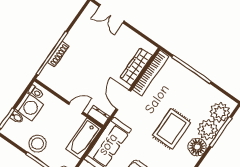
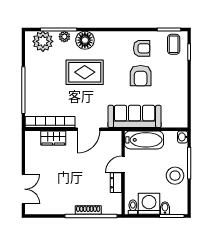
wardrobe: (136, 67) -> (53, 138), width x0.67
door: (76, 108) -> (123, 164), hinge flipped
dresser: (99, 116) -> (116, 183), moved
plant: (208, 130) -> (64, 37), width x0.53, depth x0.53

